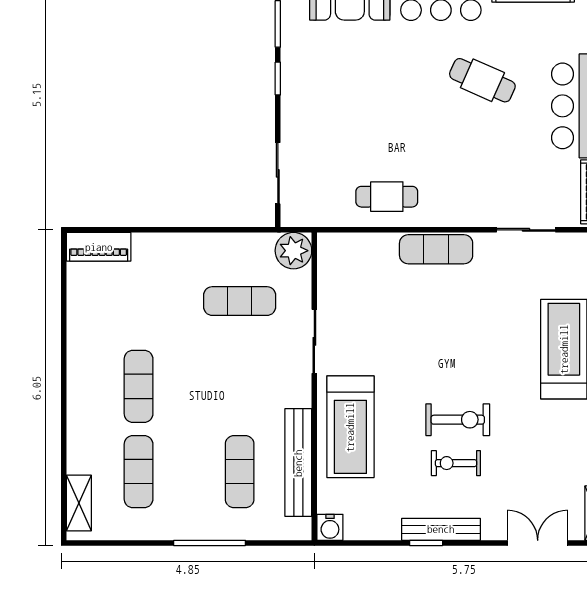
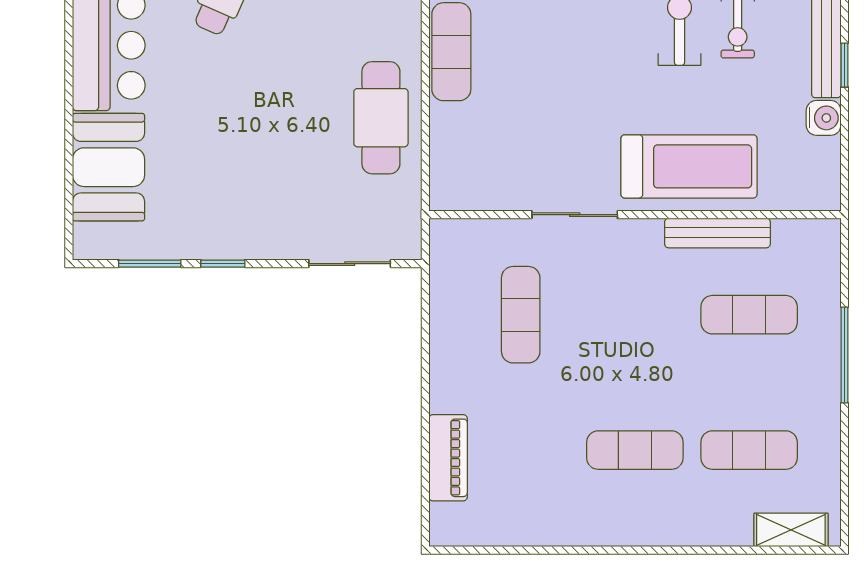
cafe table: (387, 197) -> (381, 118), width x1.37, depth x1.35
piano: (99, 247) -> (448, 458), moved
plant: (293, 251) -> (453, 243), removed
bench: (298, 463) -> (717, 233), width x0.73, depth x0.82
water cooler: (330, 527) -> (824, 118), moved

